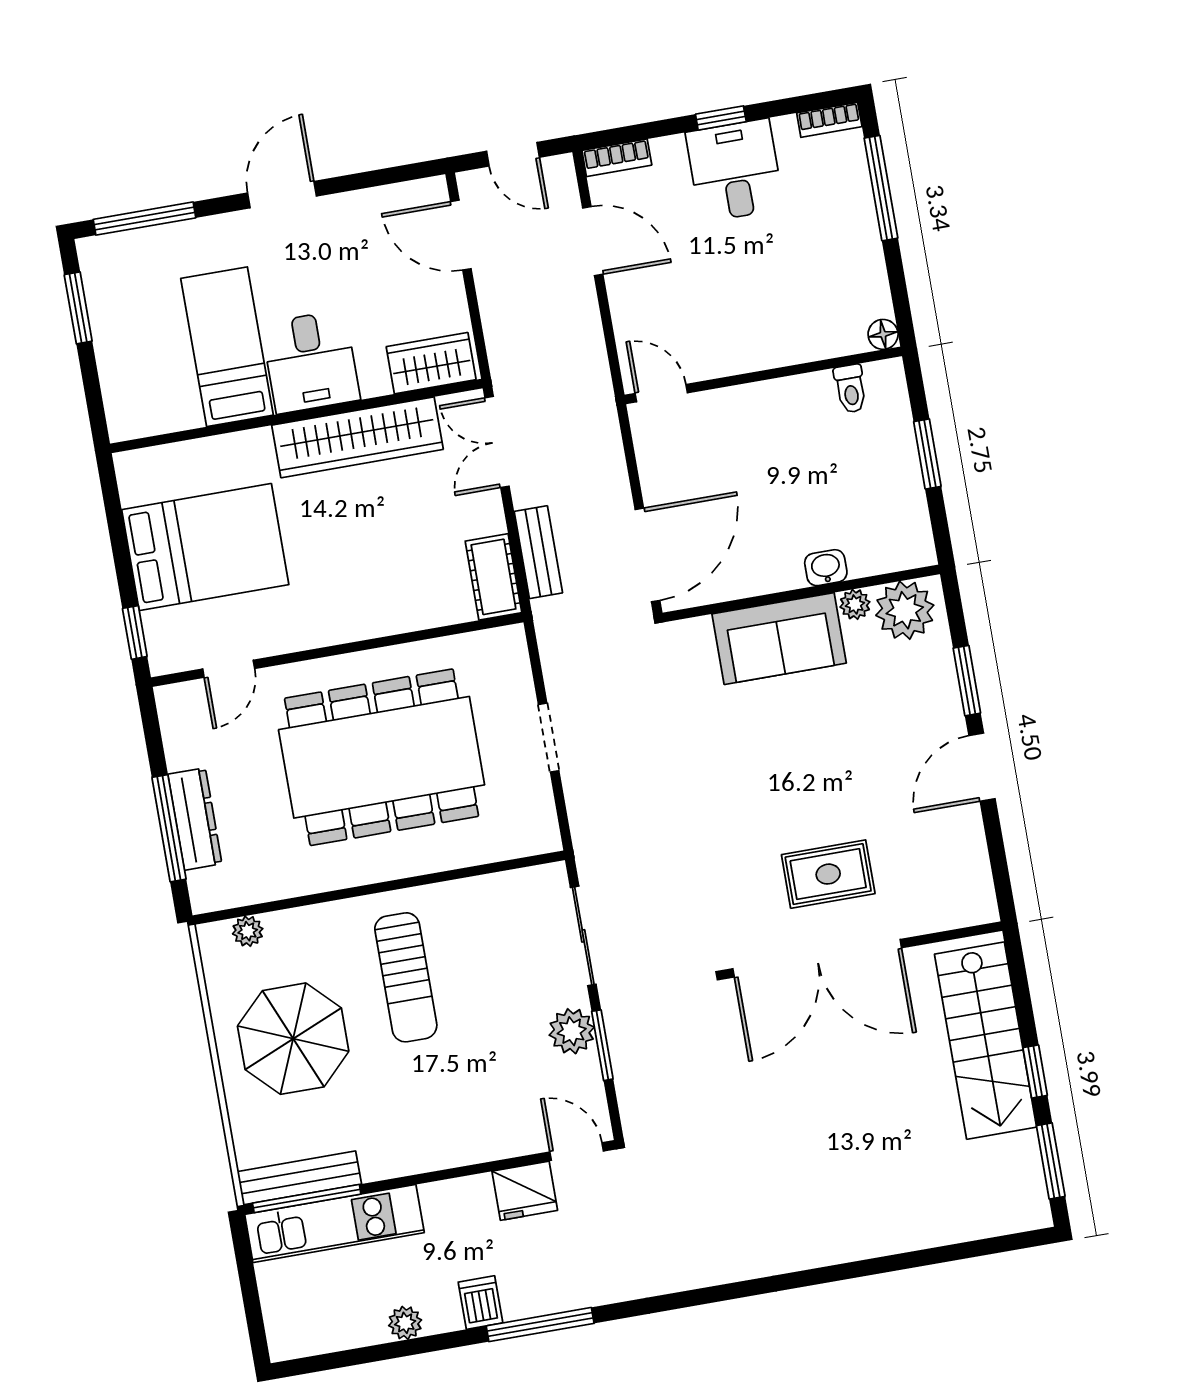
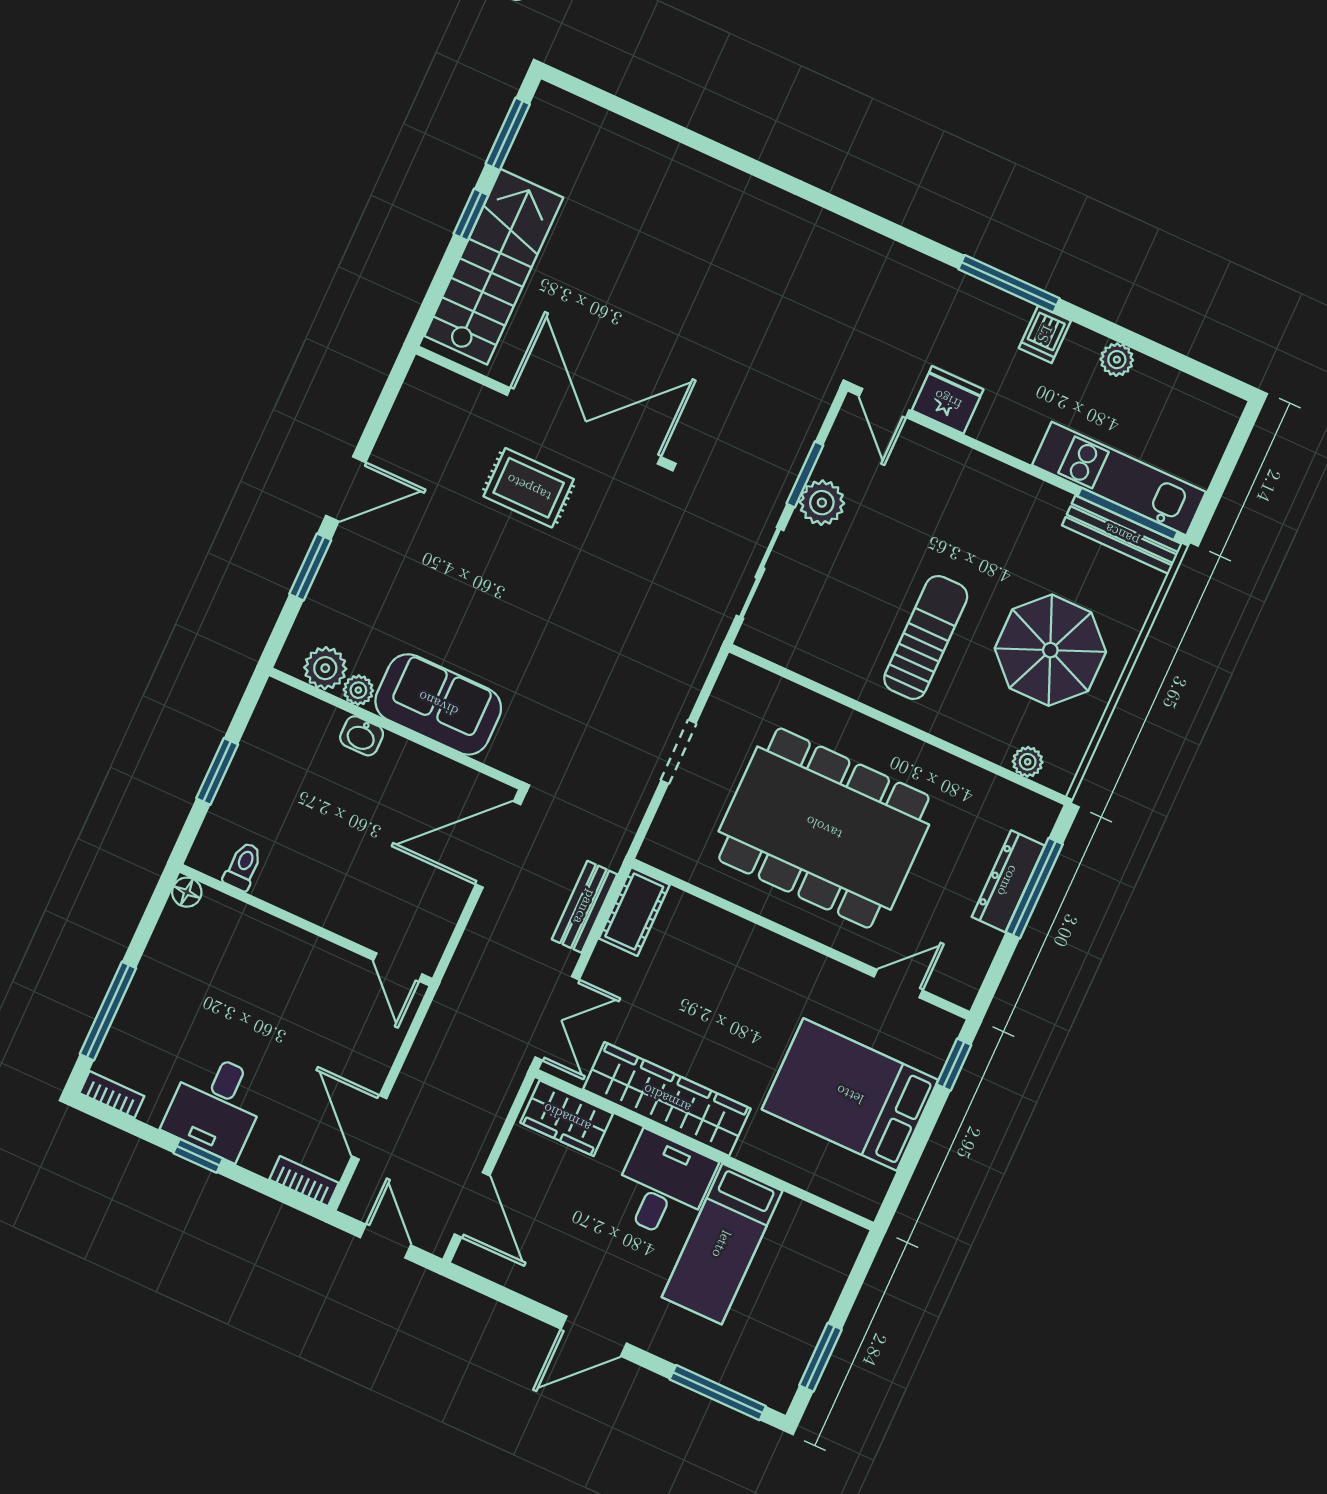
plant: (905, 610) -> (325, 668), width x0.73, depth x0.73

